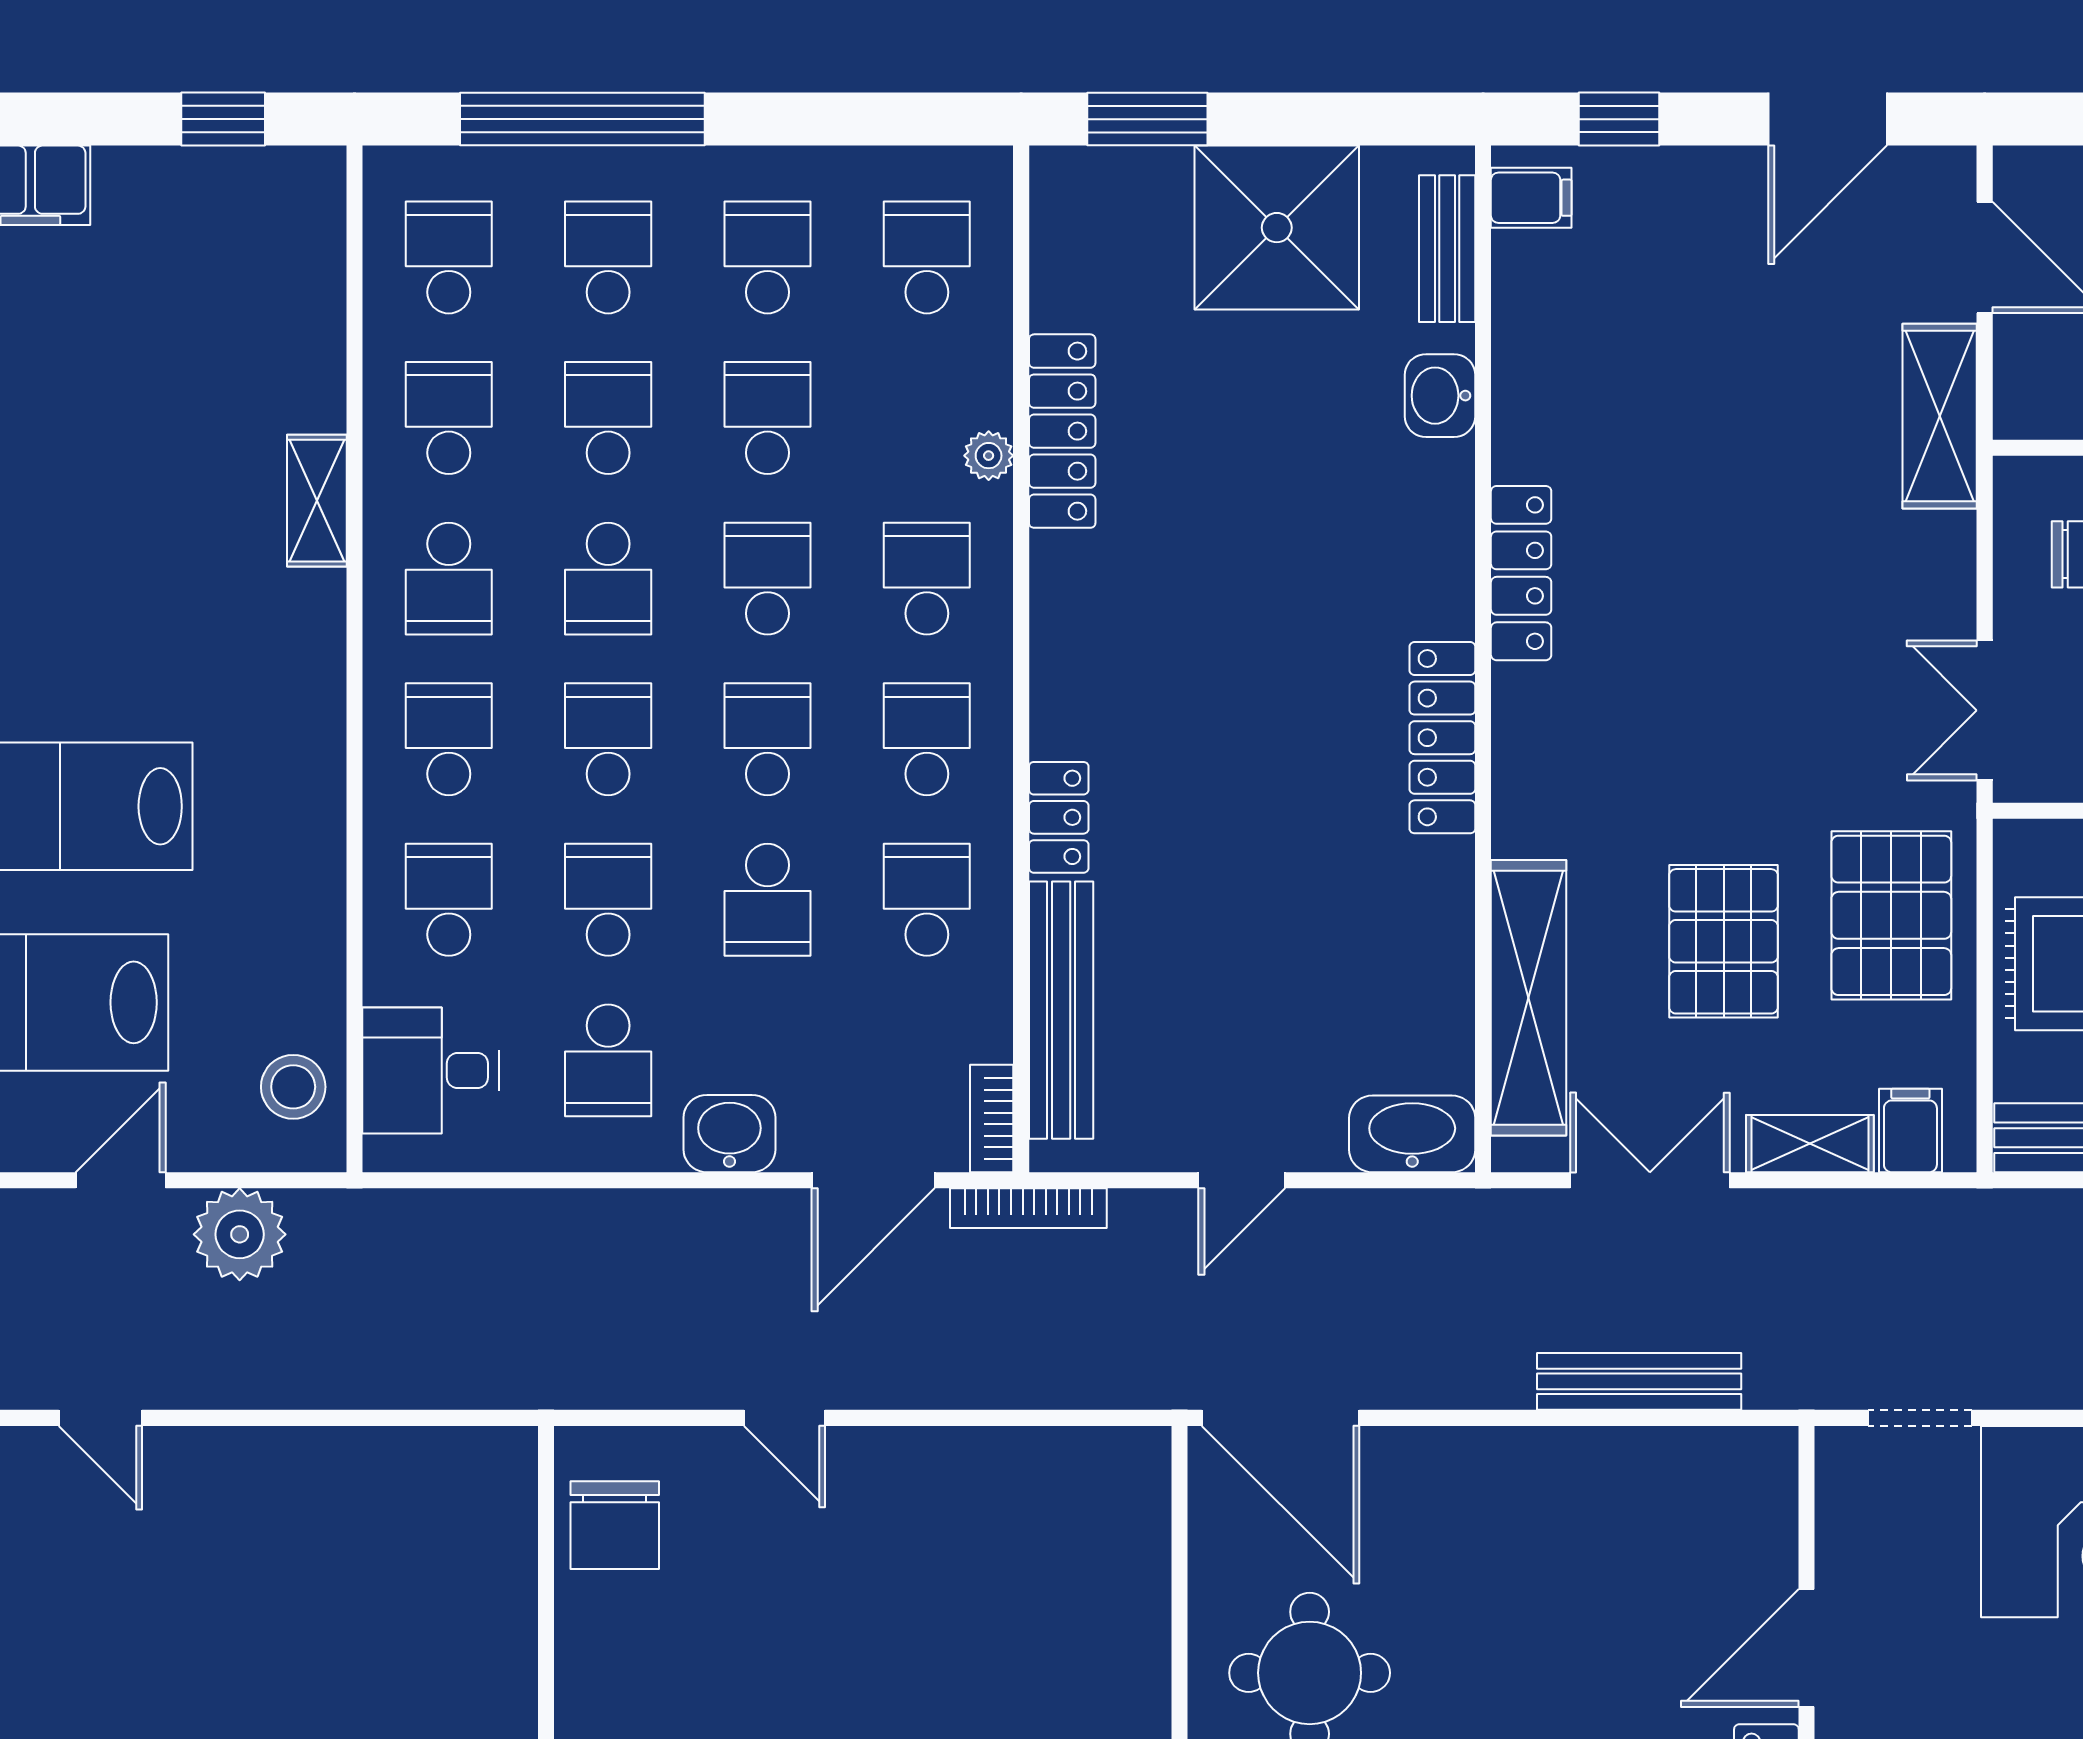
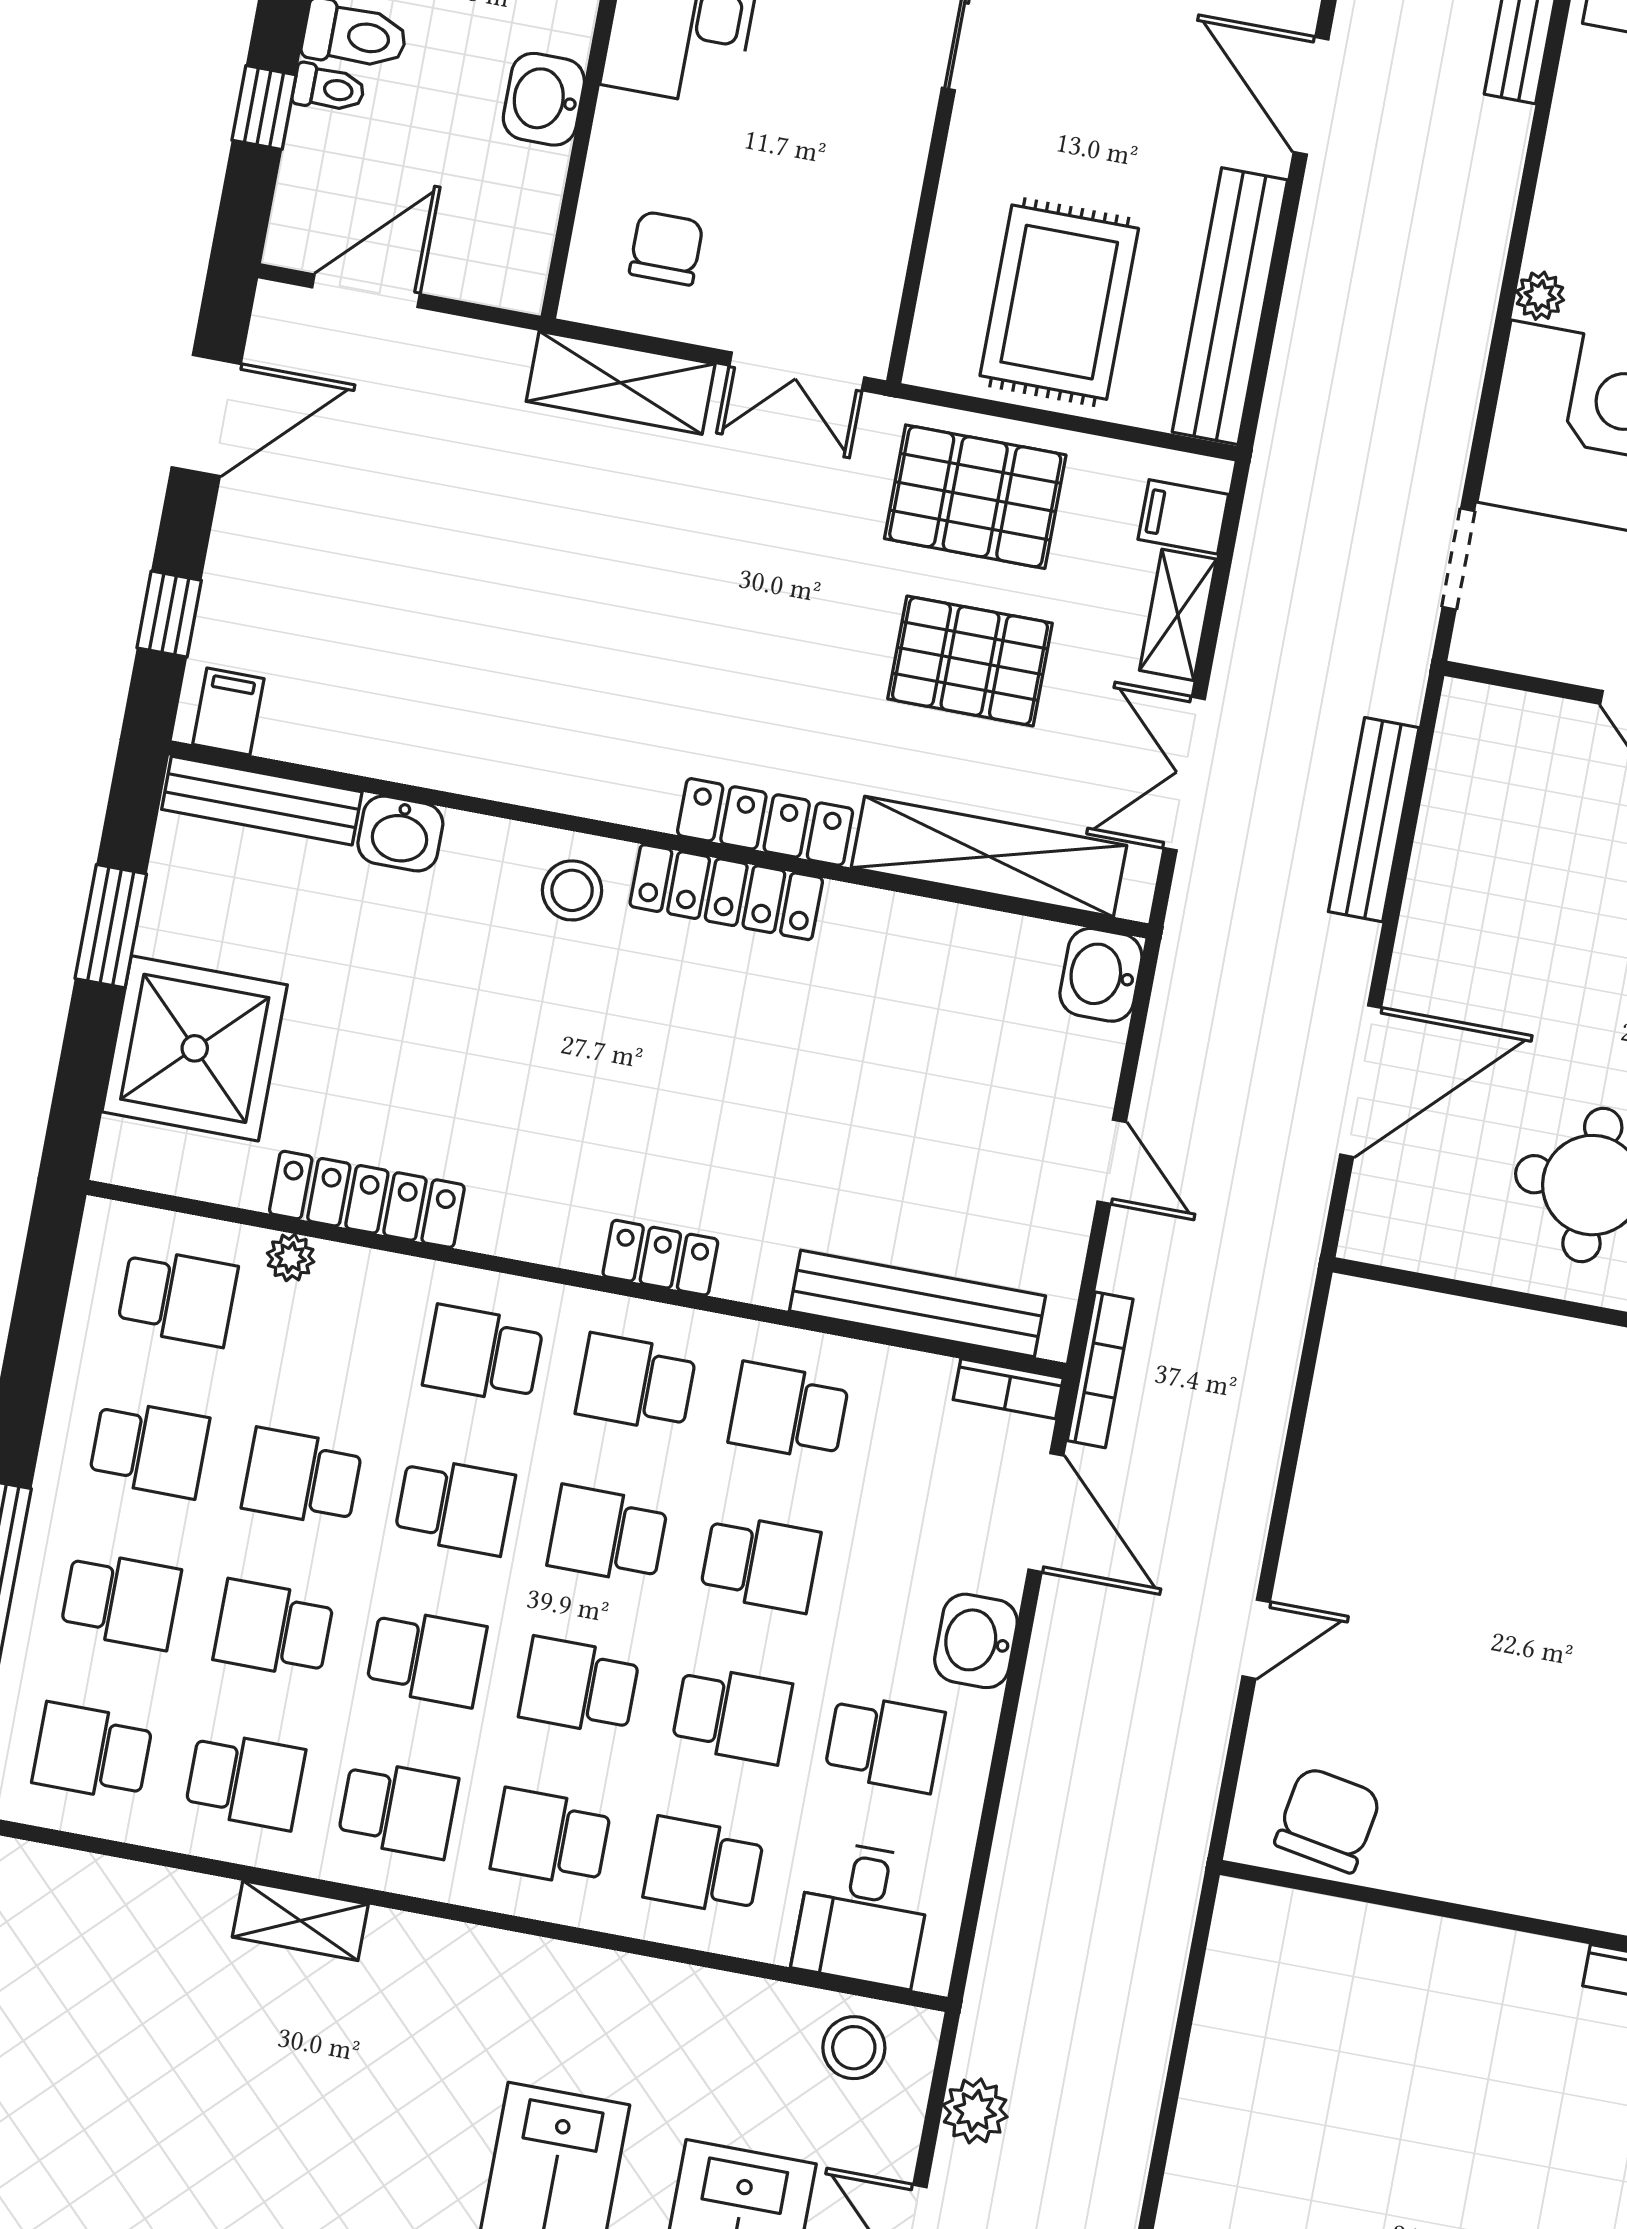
window: (1147, 119) -> (111, 926), moved
door: (1828, 119) -> (206, 416), hinge flipped
shower: (1277, 228) -> (195, 1048), moved
bench: (1447, 249) -> (262, 801), width x1.36
school desk: (608, 257) -> (121, 1600), turned 180
school desk: (767, 257) -> (149, 1449), turned 180
school desk: (927, 257) -> (178, 1297), turned 180
shelving: (1940, 416) -> (621, 383), moved
school desk: (449, 418) -> (245, 1781), turned 180
plant: (989, 456) -> (291, 1257), moved
locker: (1521, 573) -> (765, 822), moved
school desk: (767, 579) -> (455, 1506), turned 180
stool: (1415, 581) -> (572, 890), added
locker: (1059, 817) -> (660, 1258), moved
school desk: (608, 900) -> (732, 1715), turned 180
washbasin: (1412, 1134) -> (1101, 975), width x0.72
plant: (240, 1234) -> (975, 2111), width x0.73, depth x0.73
door: (1281, 1418) -> (1361, 1081), moved
chair: (615, 1525) -> (1328, 1820), turned -80

